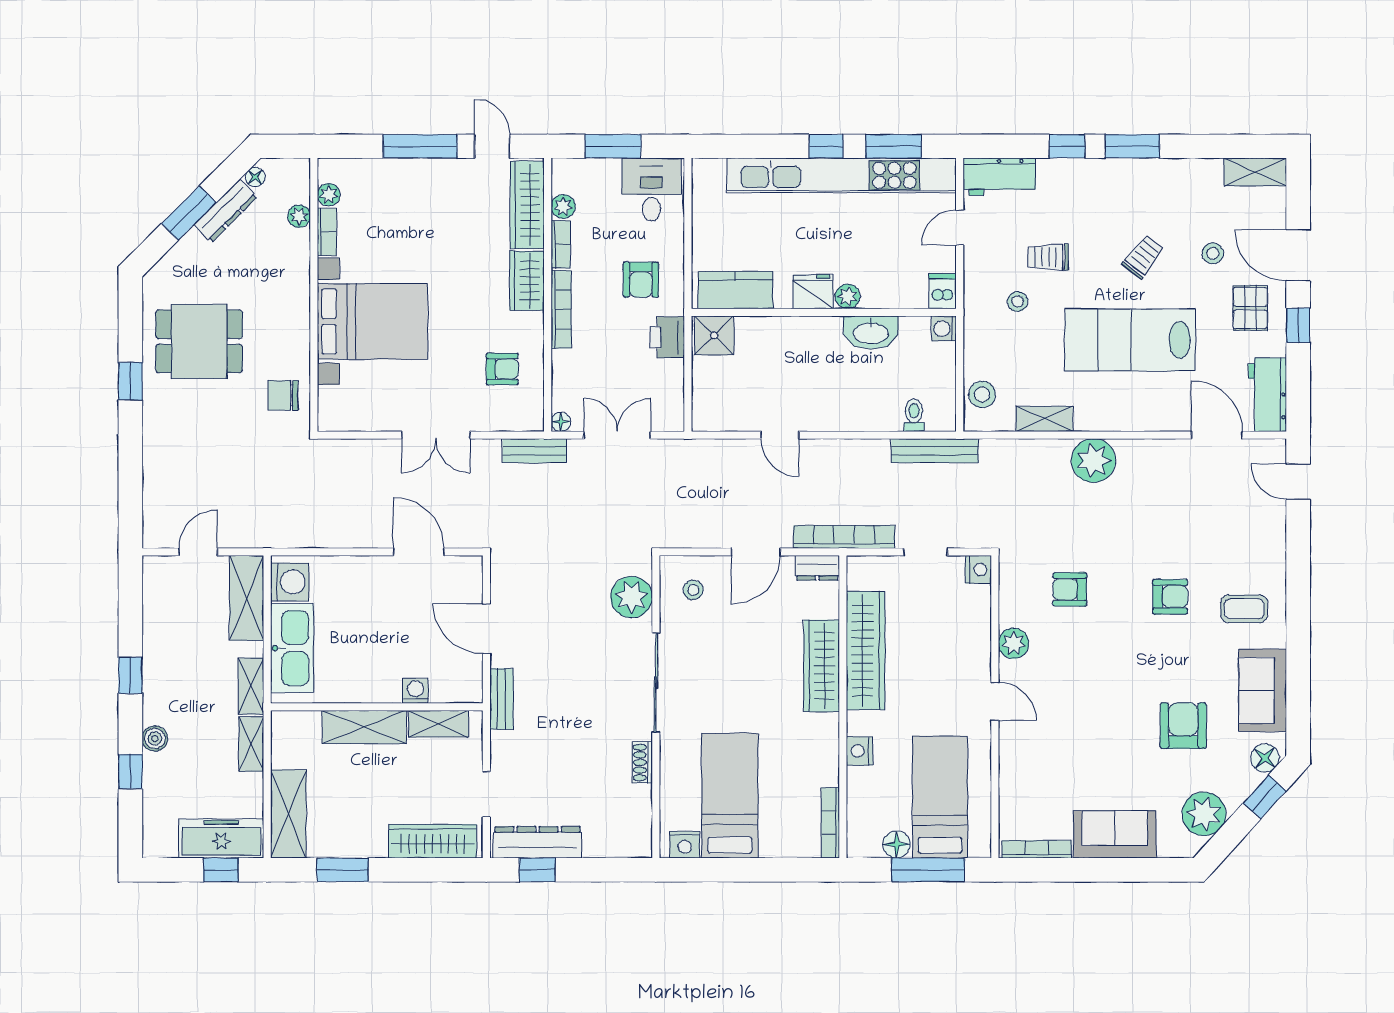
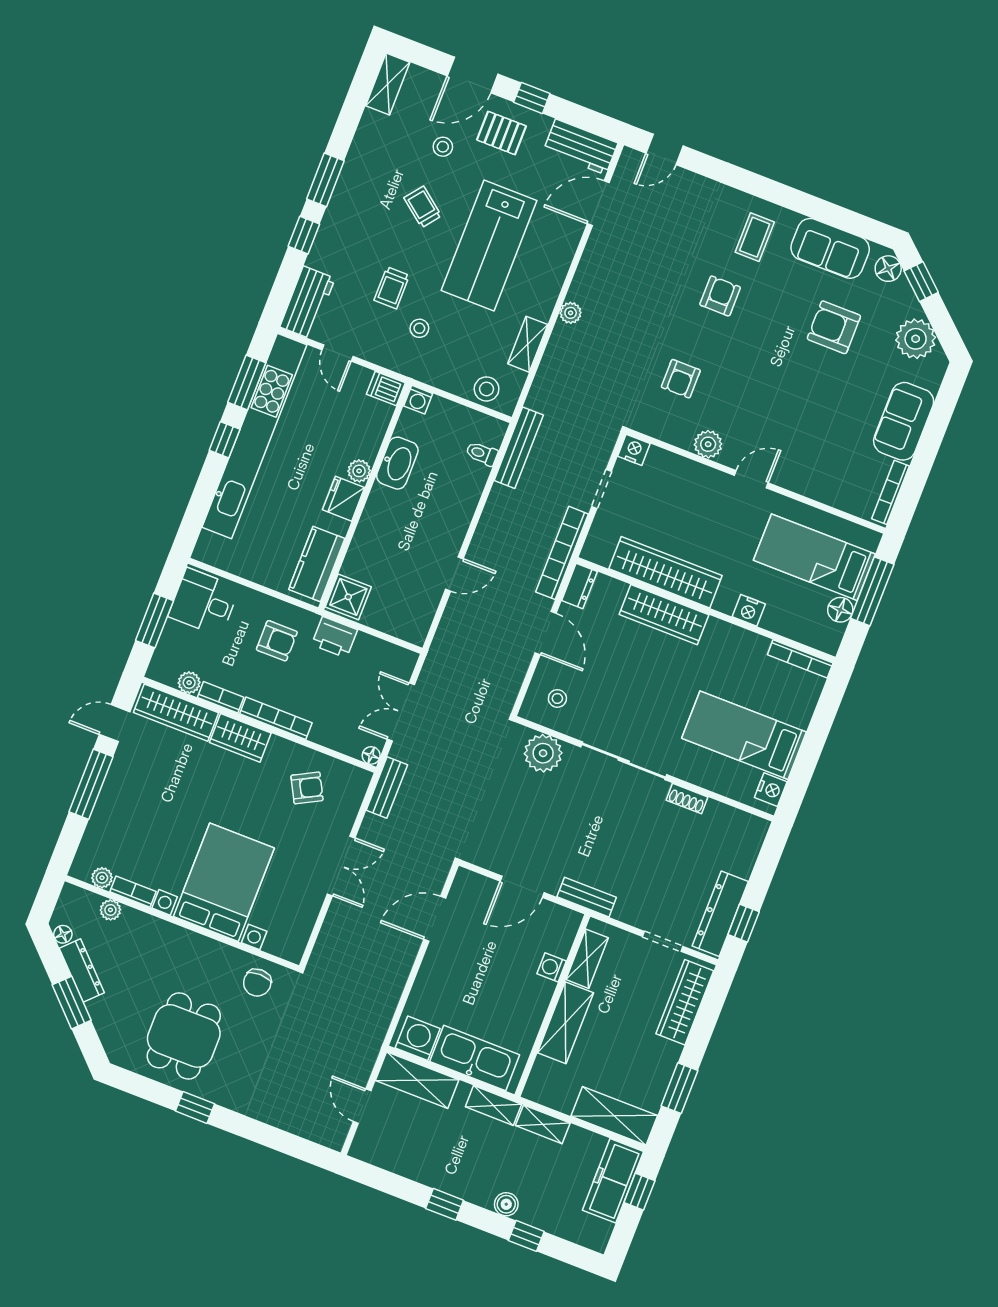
armchair: (502, 369) -> (307, 788), turned 62
plant: (1093, 460) -> (571, 313), width x0.53, depth x0.53

